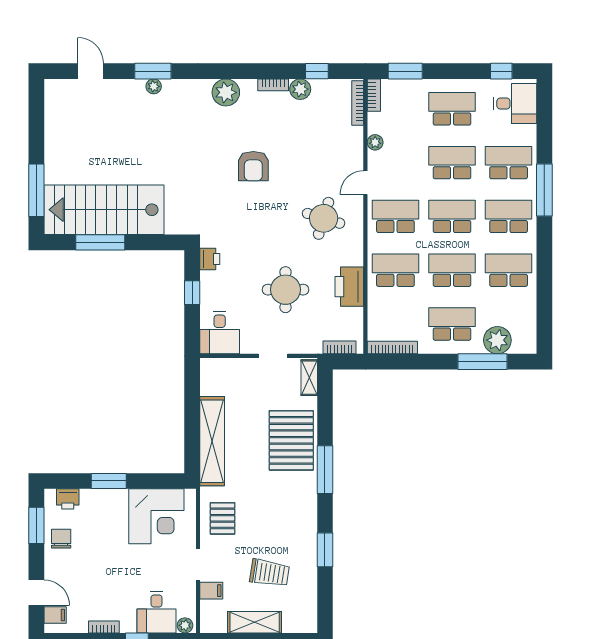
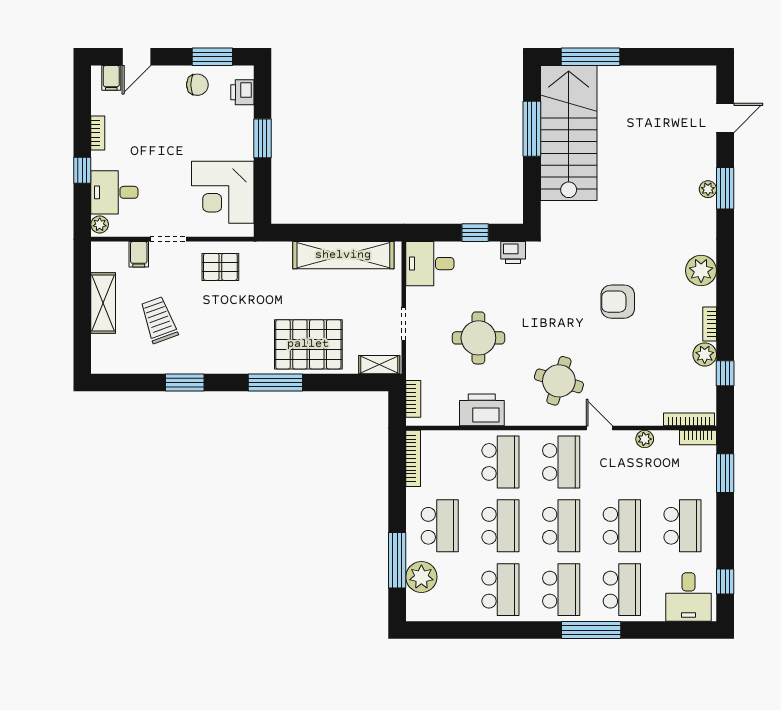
shelving: (212, 441) -> (343, 255), moved
trolley: (270, 573) -> (159, 320), turned 151

